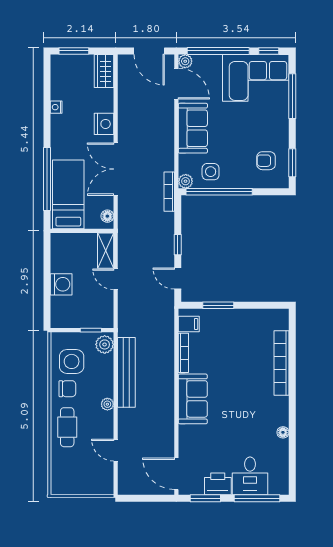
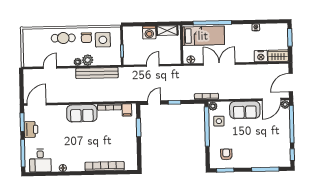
corner sofa: (256, 78) -> (276, 147), removed
nightstand: (104, 124) -> (261, 56), moved
shelving: (106, 251) -> (167, 31), moved
plant: (105, 344) -> (88, 60), moved
desk: (250, 476) -> (40, 161), moved, turned -90

